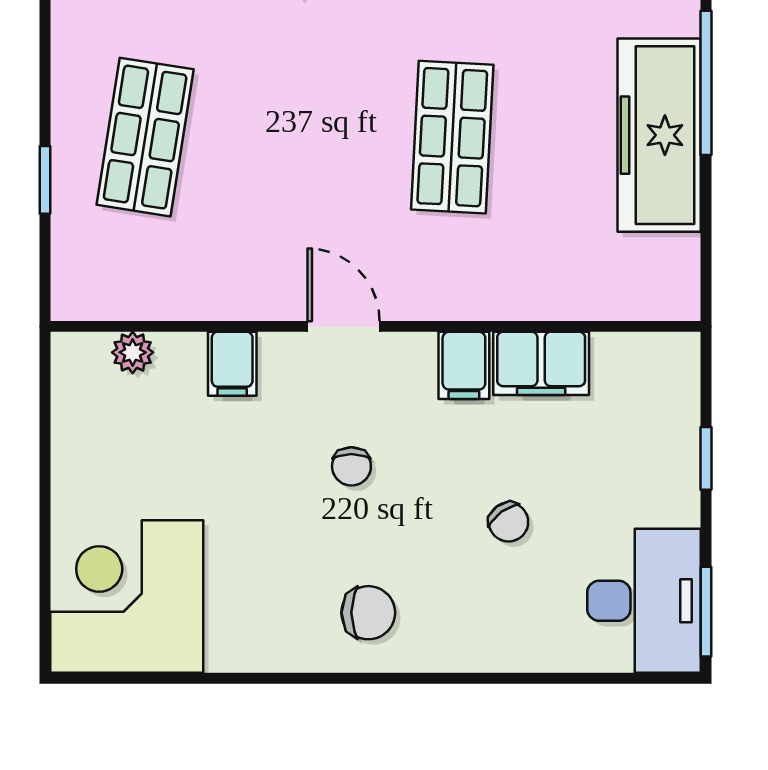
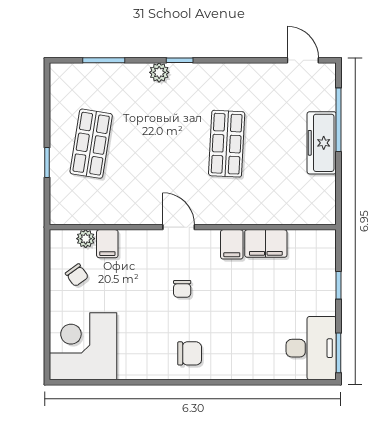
freezer: (659, 135) -> (322, 143), width x0.73, depth x0.79
filing cabinet: (232, 364) -> (107, 244), moved
chair: (508, 522) -> (77, 275), moved

